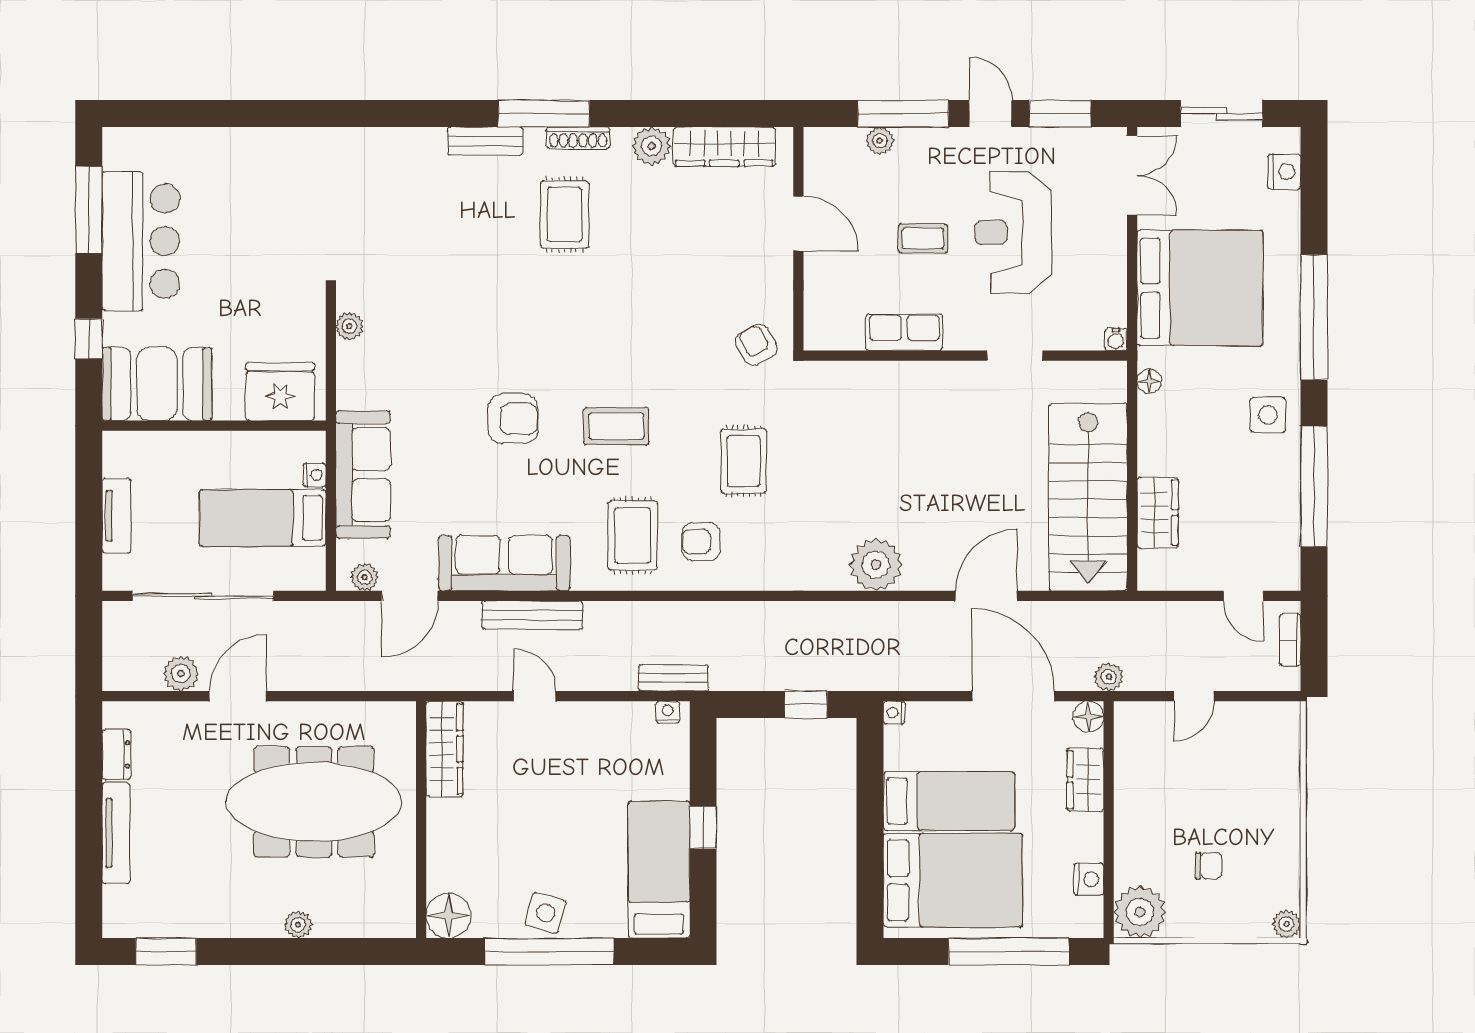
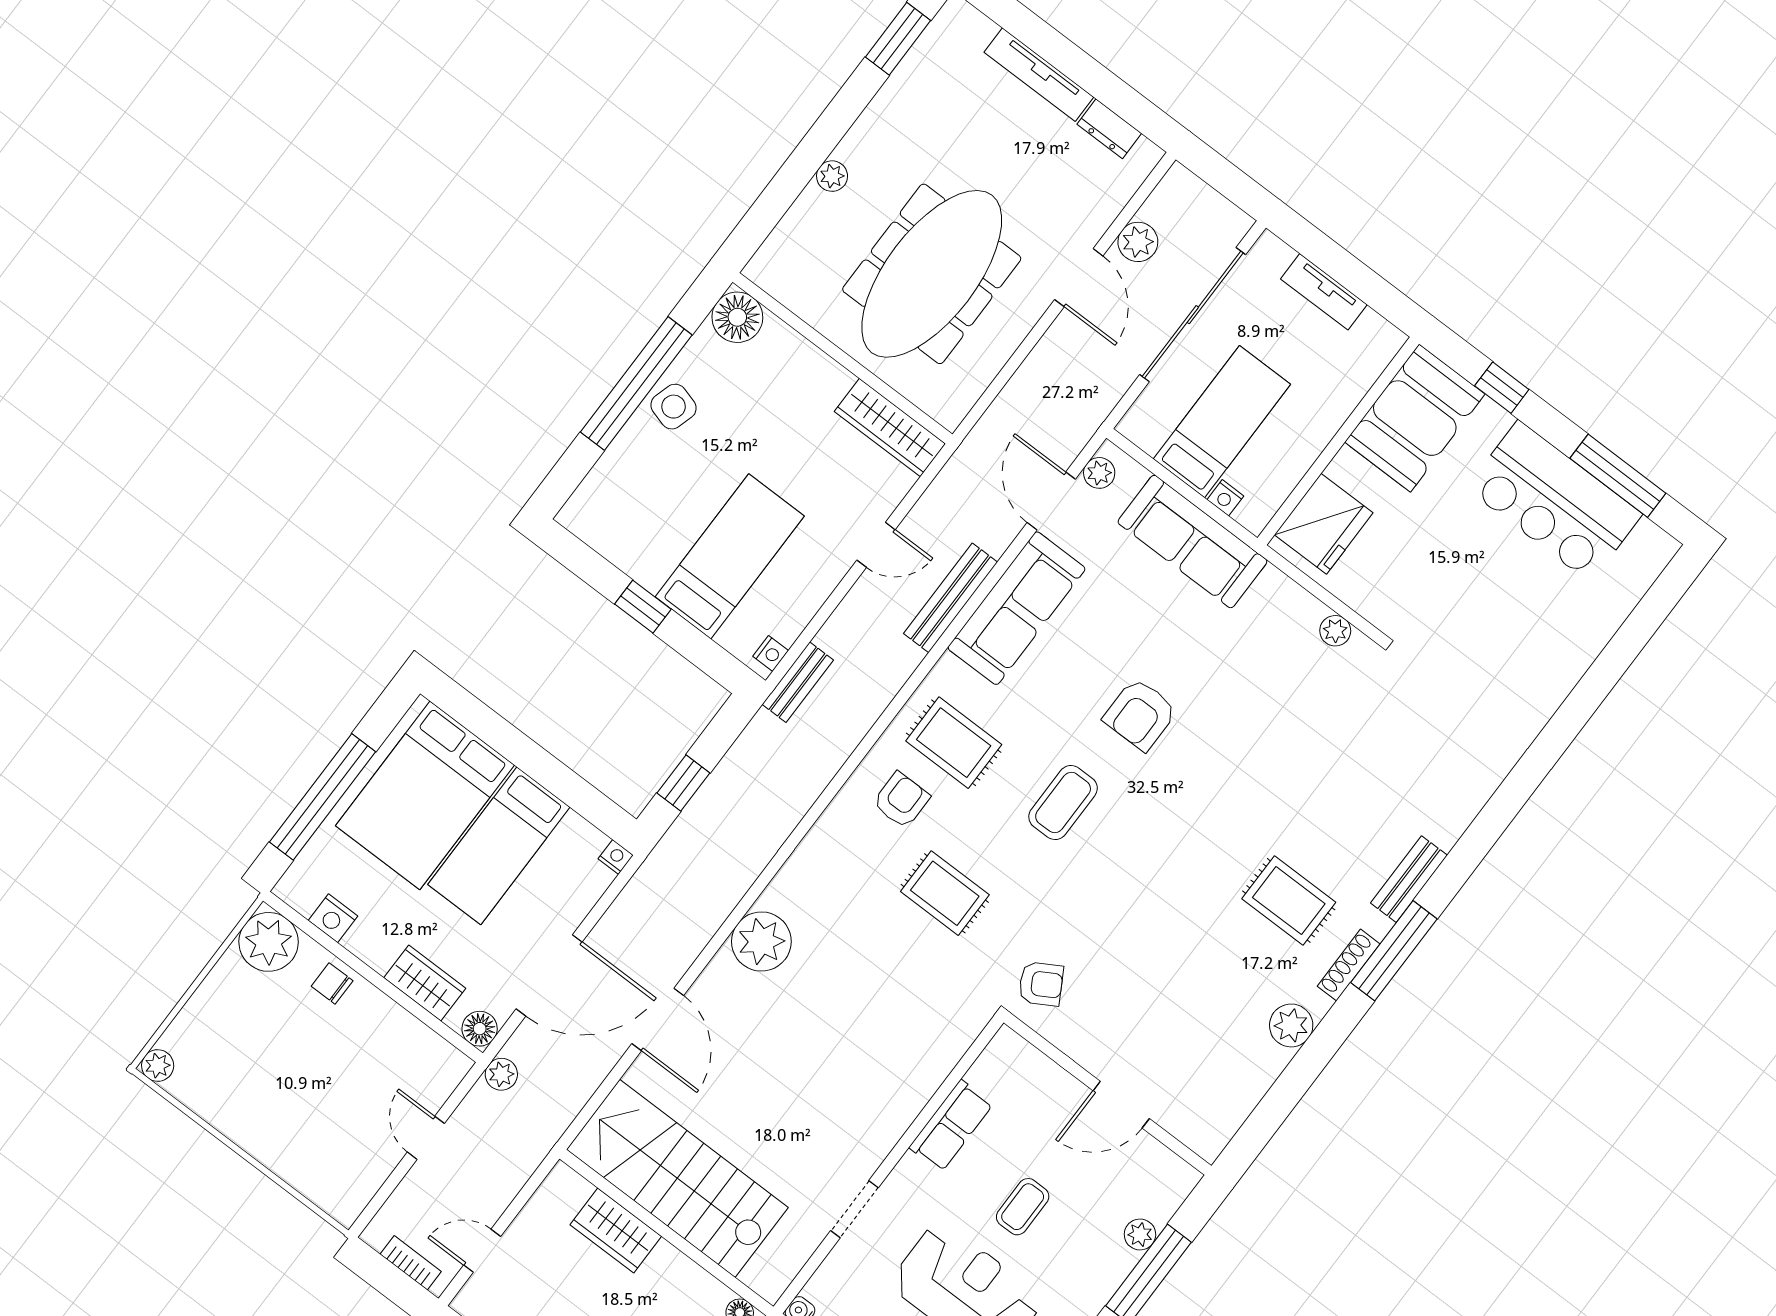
wardrobe: (724, 147) -> (1241, 1091), removed
chair: (1209, 866) -> (332, 983), moved, turned 90
bed: (659, 870) -> (730, 556), moved, turned -90

